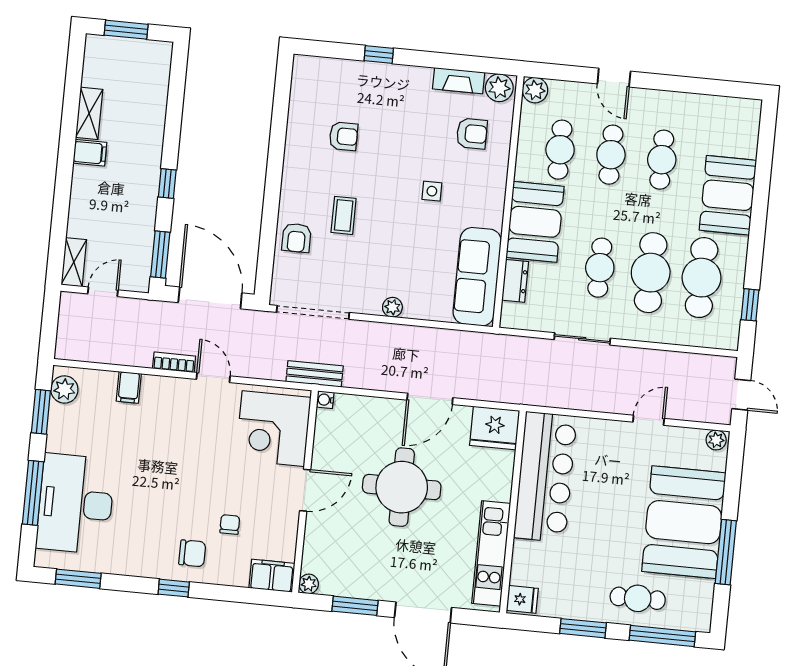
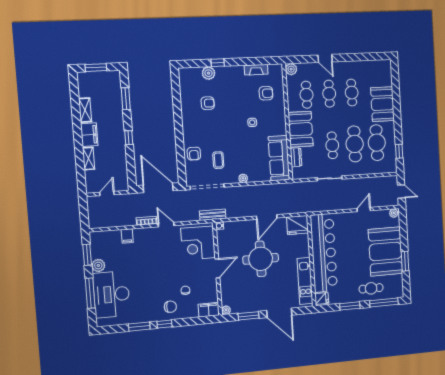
plant: (499, 88) -> (209, 73), moved
filing cabinet: (90, 153) -> (89, 135), width x2.00
coffee table: (344, 215) -> (218, 160), moved
window: (160, 255) -> (126, 99), moved
shelving: (74, 262) -> (88, 159), moved
plant: (64, 389) -> (98, 265), moved
bar counter: (545, 477) -> (324, 253), width x1.36
window: (726, 552) -> (405, 261), width x0.69
window: (78, 579) -> (139, 327), moved

